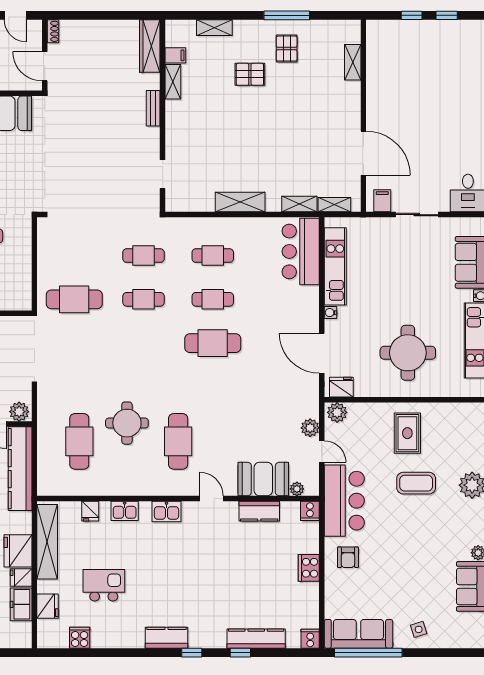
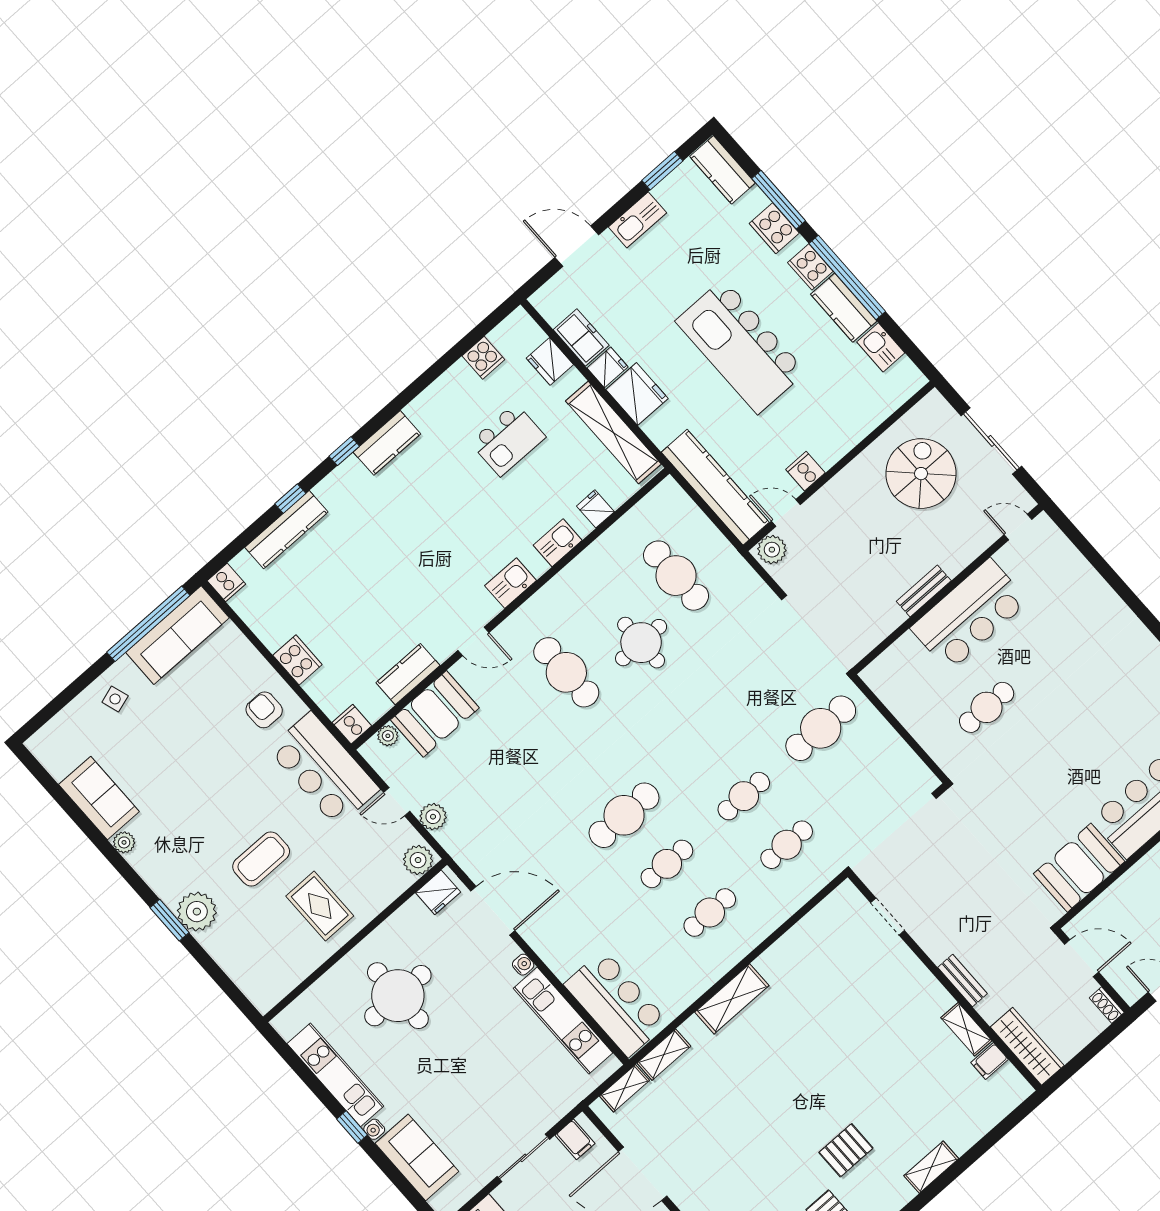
wardrobe: (150, 46) -> (1027, 1046), moved
filing cabinet: (175, 55) -> (990, 1061), moved
shelving: (173, 82) -> (966, 1029), moved
bench: (153, 108) -> (963, 980), moved
wall: (163, 116) -> (945, 981), moved
doorway: (163, 174) -> (888, 917), moved

